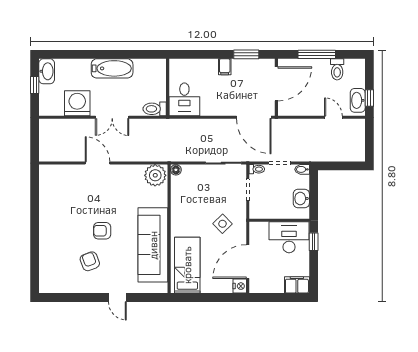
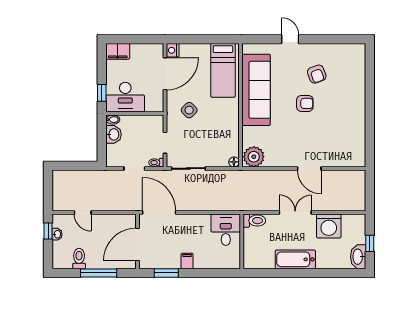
washbasin: (358, 100) -> (57, 234), width x0.52, depth x0.69
bidet: (302, 169) -> (113, 120), moved

